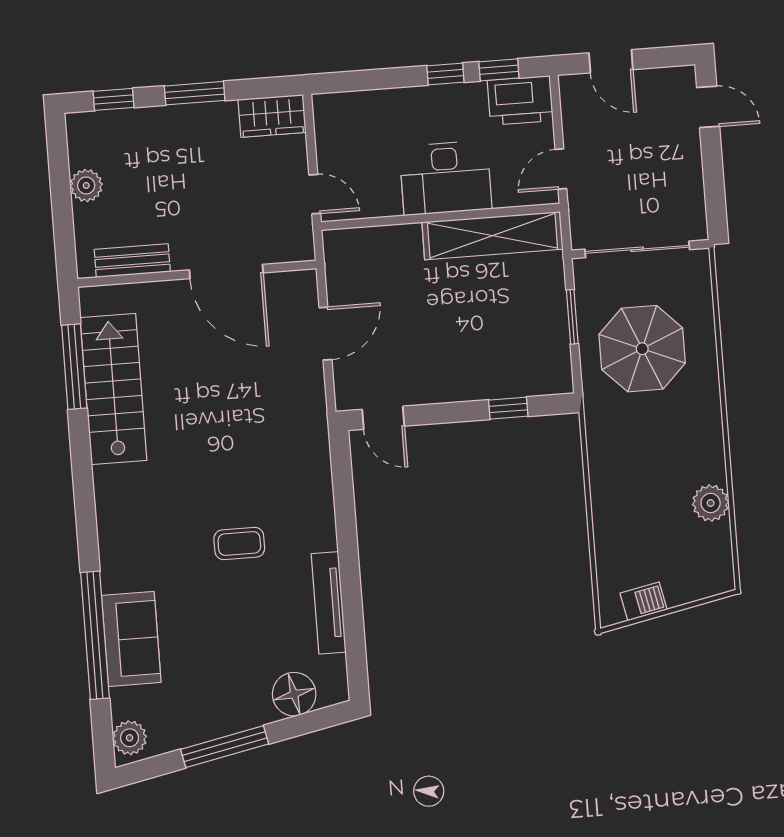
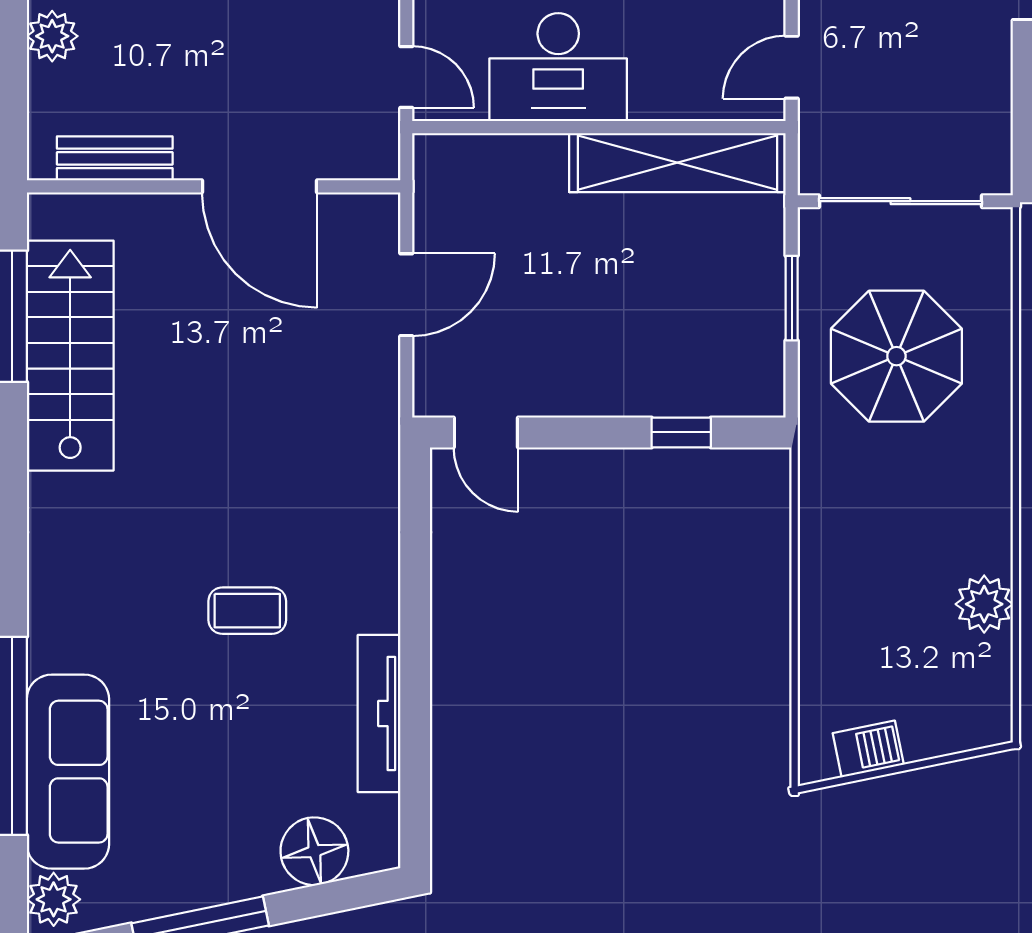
desk: (446, 178) -> (558, 67), moved
sofa: (131, 639) -> (68, 772), width x1.36

